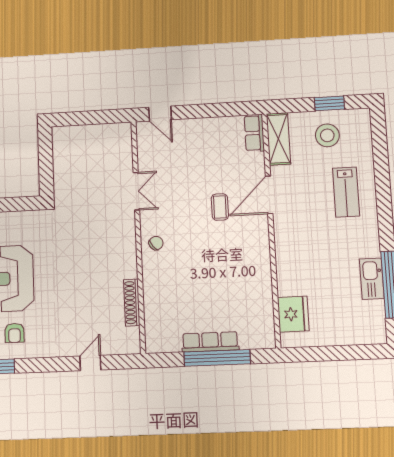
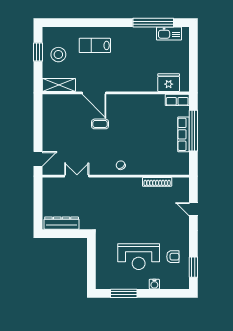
row of seats: (254, 133) -> (177, 100), moved
dresser: (62, 156) -> (62, 223), added
double door: (136, 191) -> (77, 176), moved
lab bench: (346, 192) -> (95, 45), turned 180
kitchen sink: (372, 279) -> (169, 34), moved

